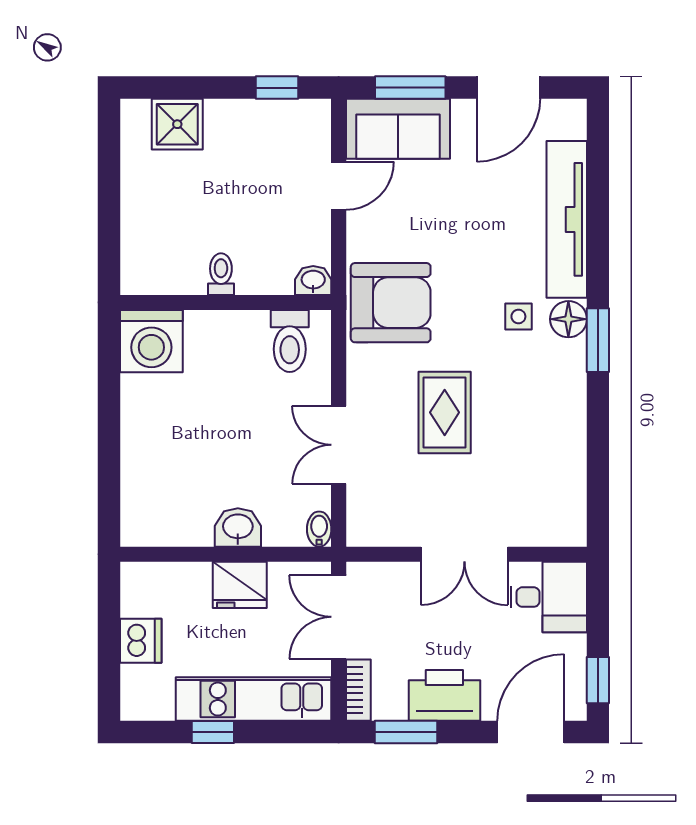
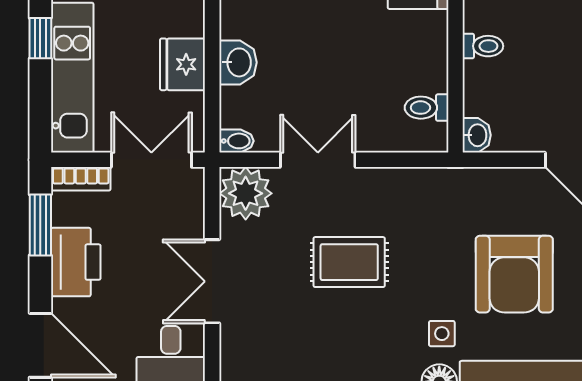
armchair: (391, 303) -> (514, 274), moved
toilet: (290, 341) -> (427, 108), width x0.73, depth x0.72
plant: (373, 520) -> (246, 193), added

